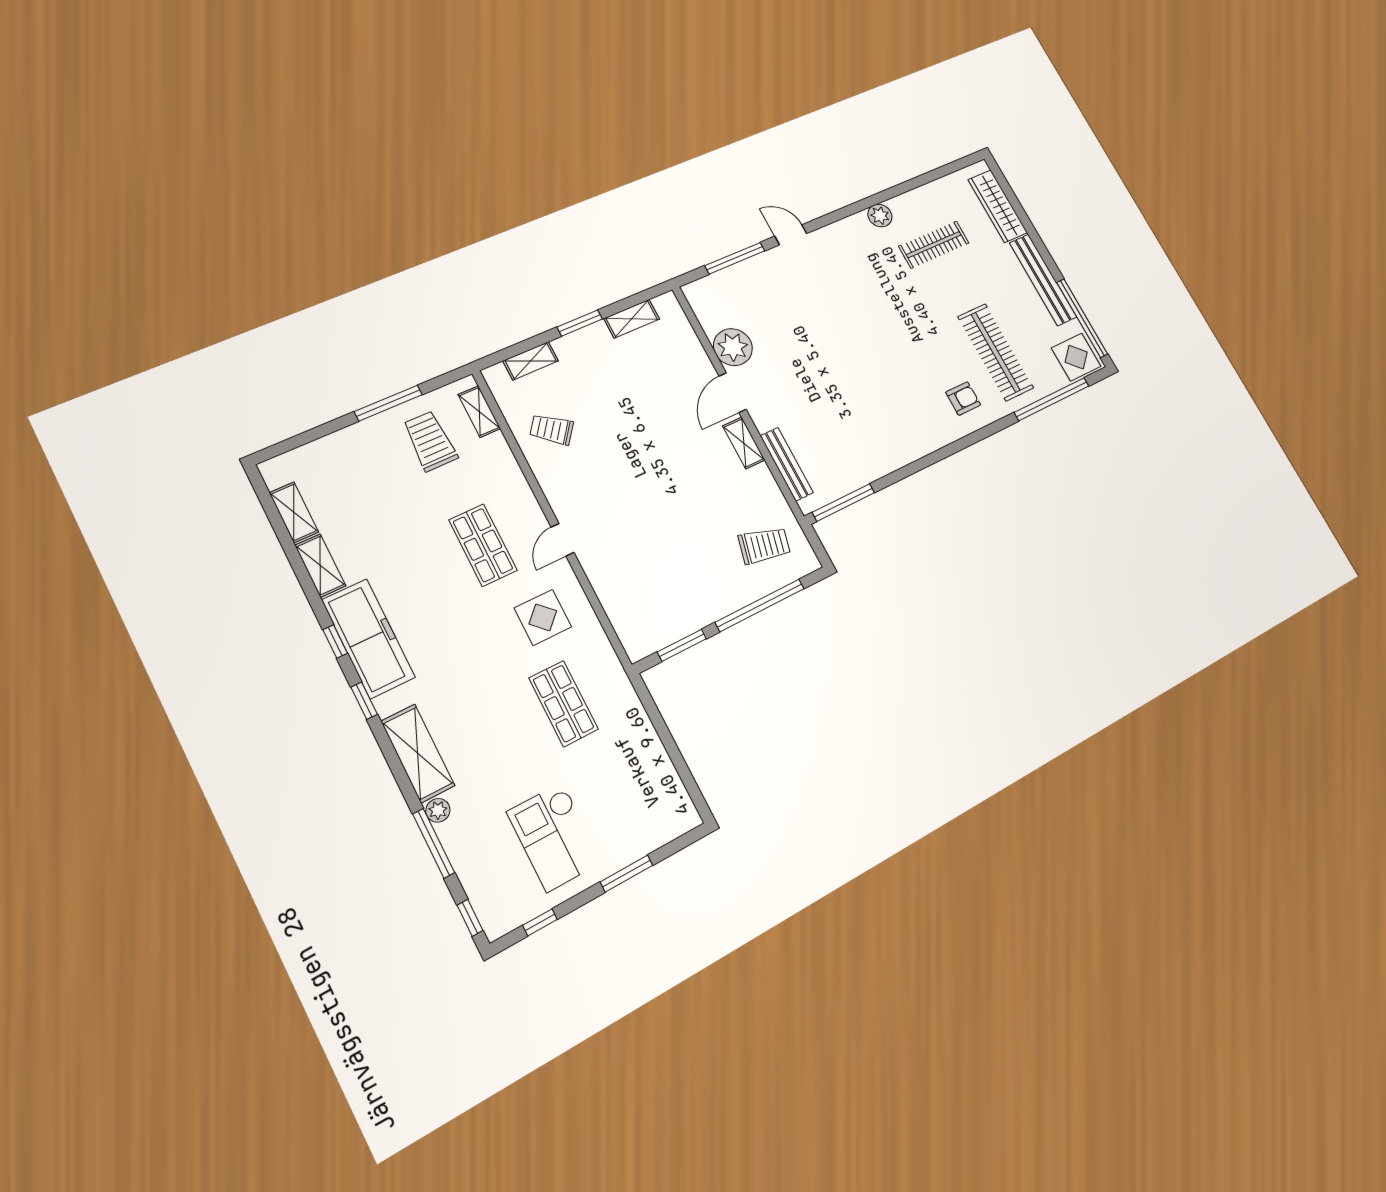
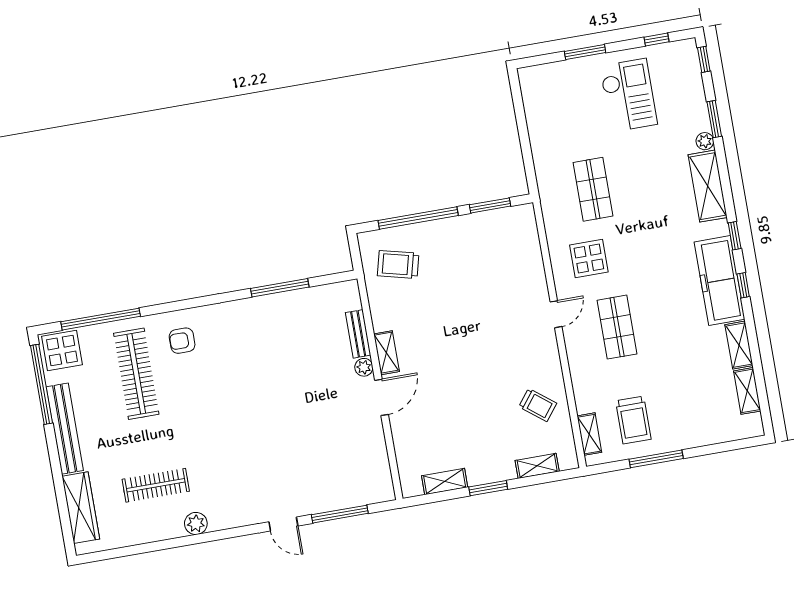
plant: (733, 347) -> (364, 367), moved, width x0.53, depth x0.53
bench: (787, 464) -> (358, 334), width x0.73
window: (844, 503) -> (280, 288), moved
window: (434, 843) -> (714, 119), width x0.69

